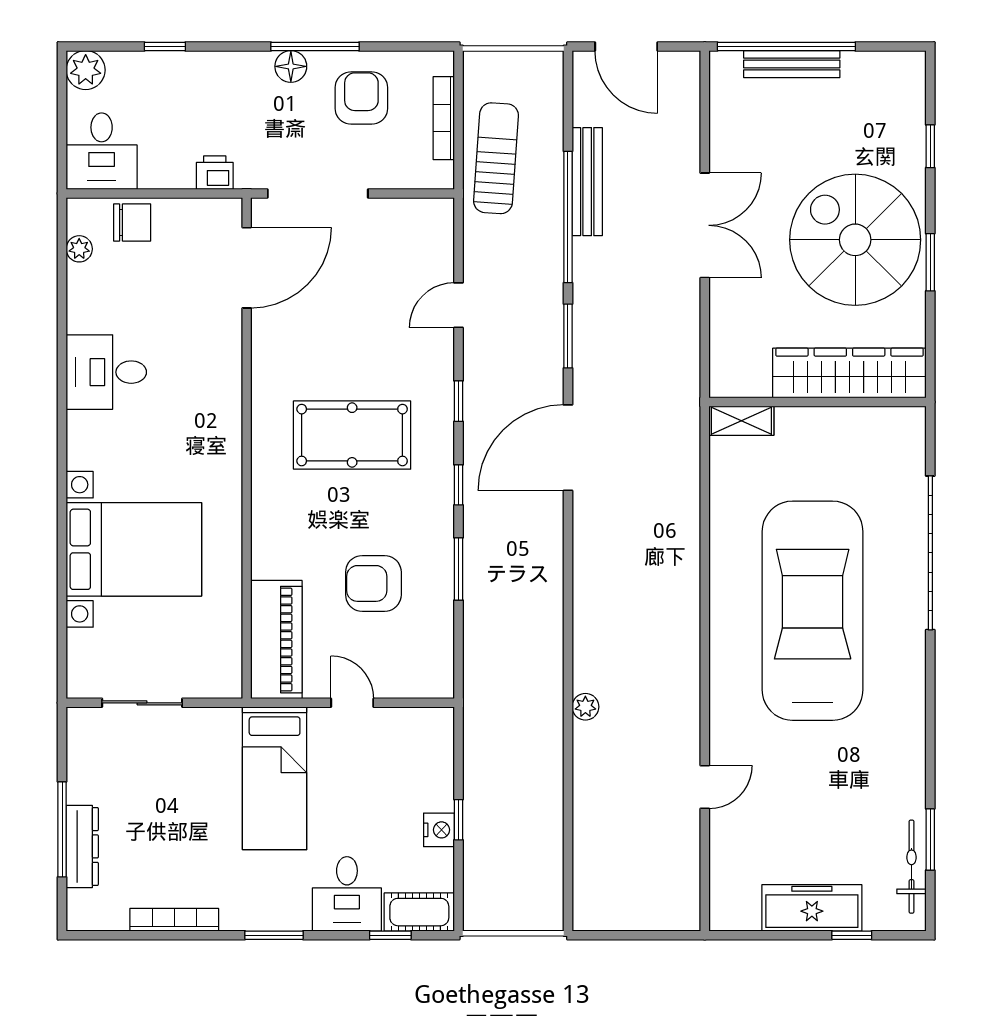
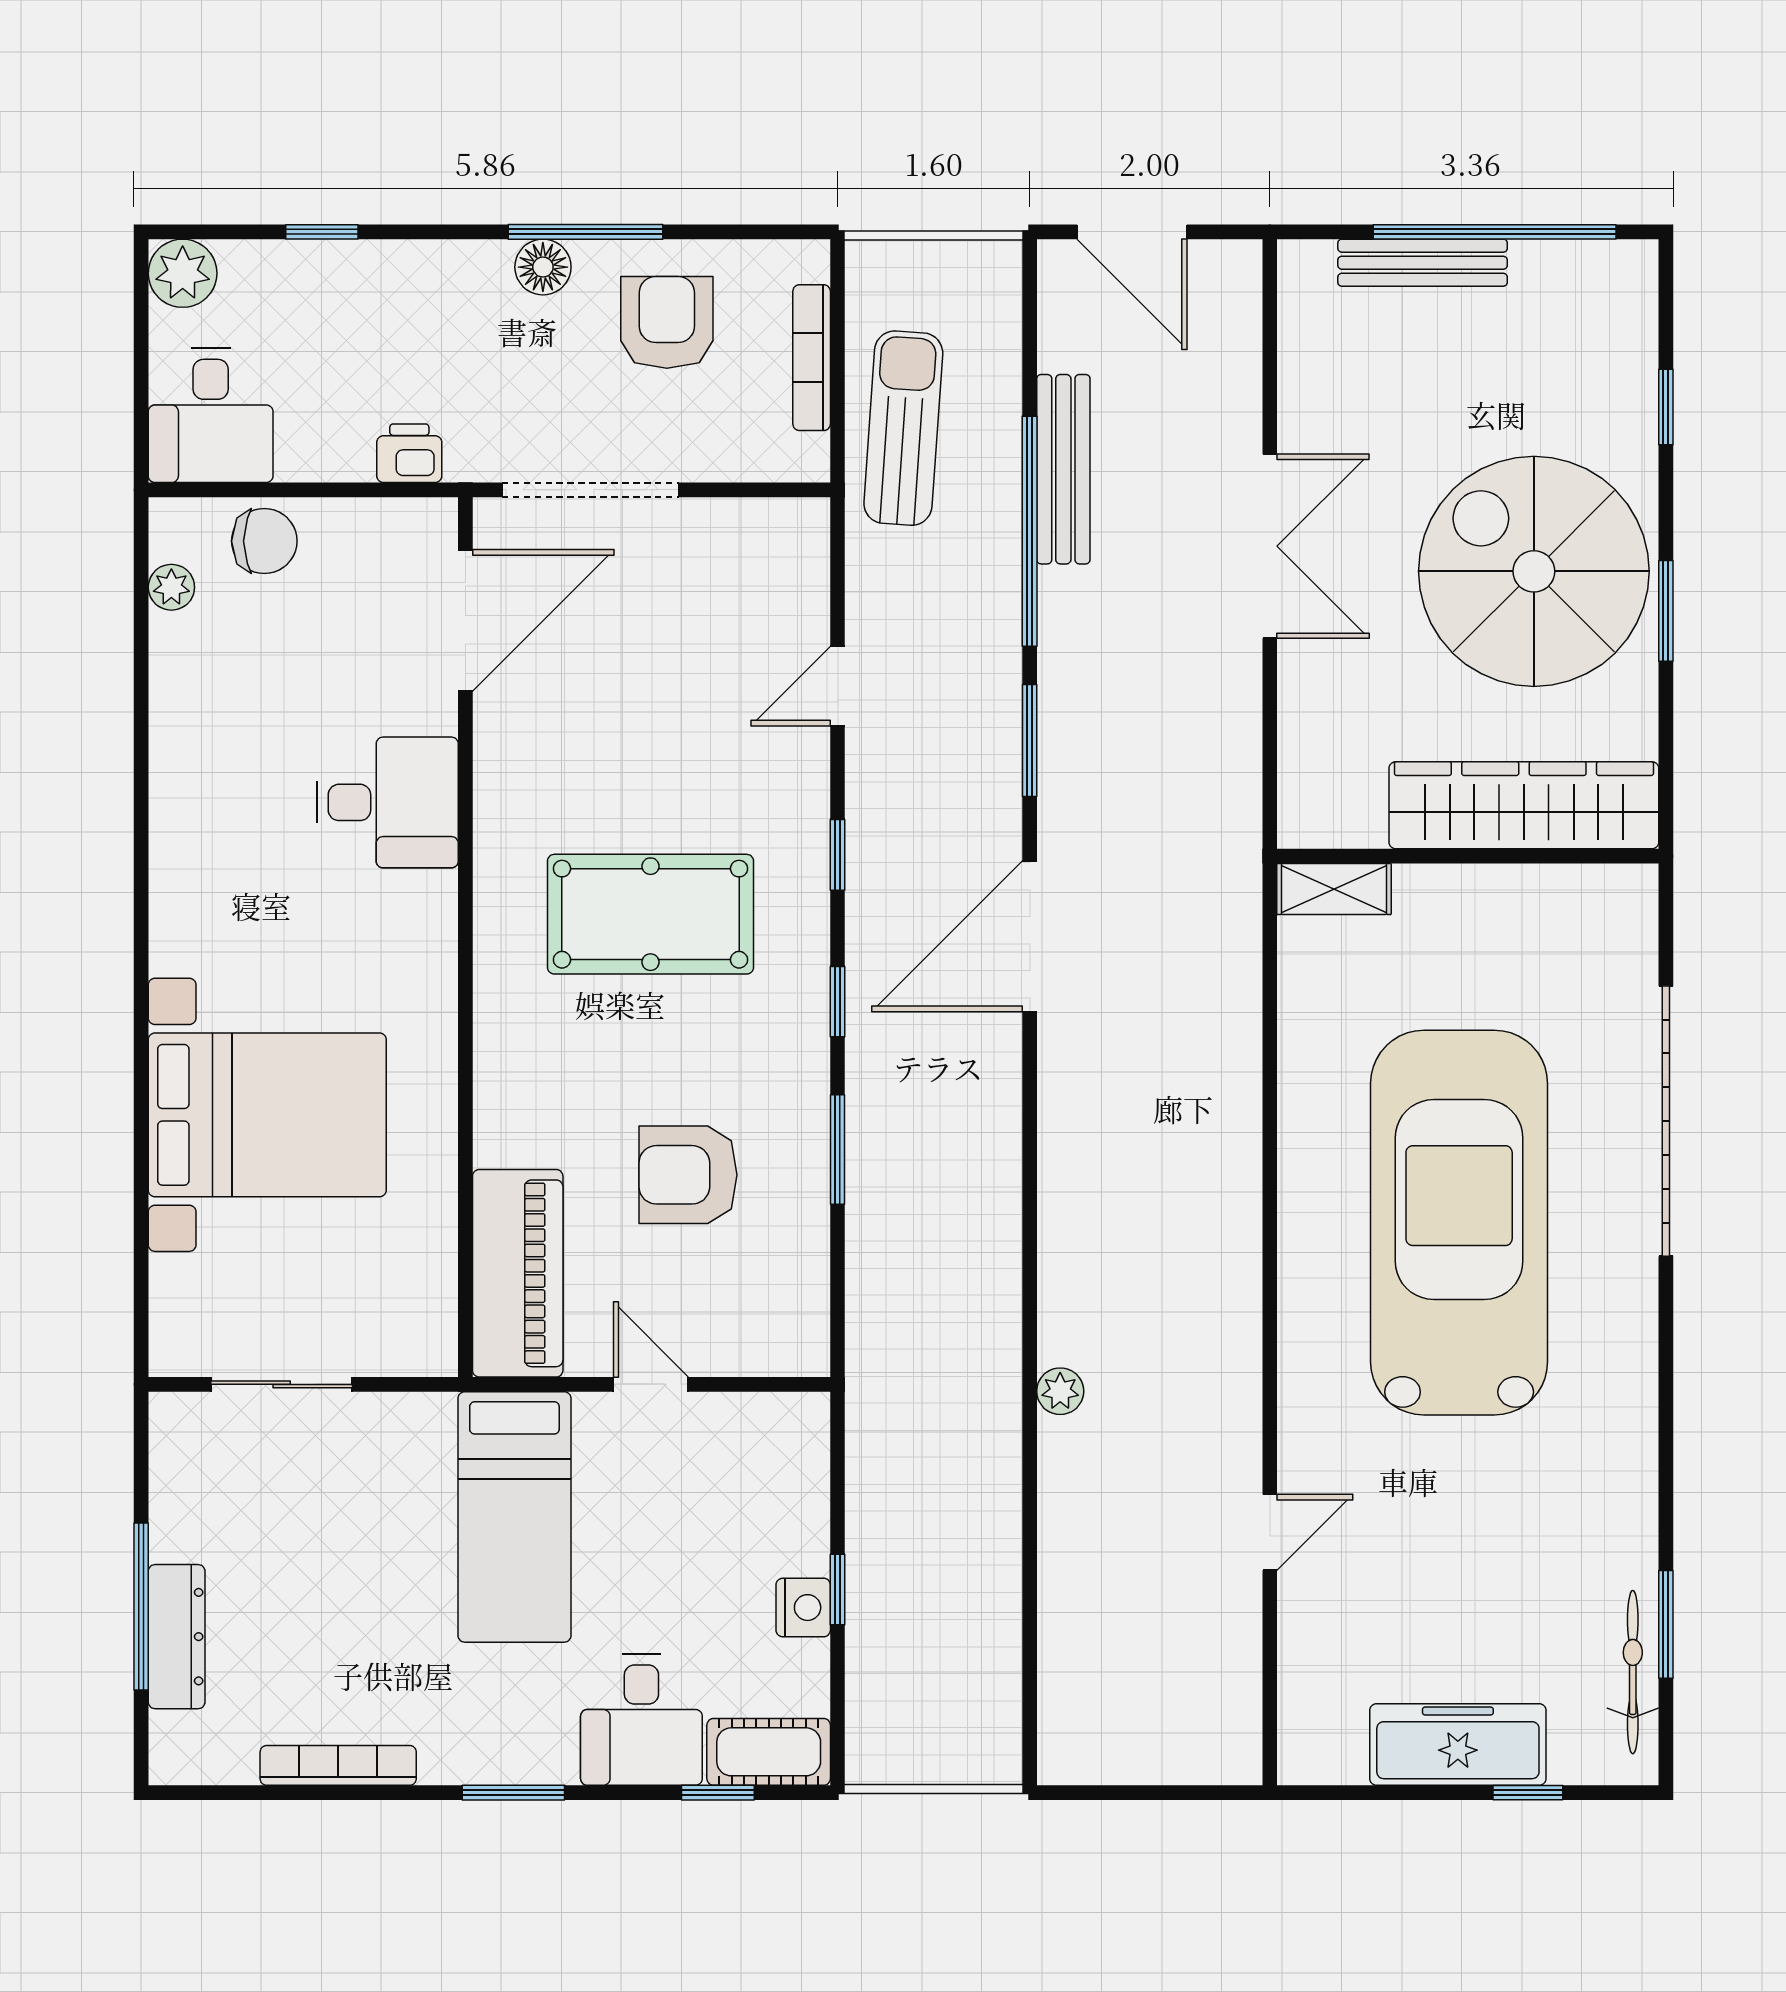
window: (786, 46) -> (1495, 232), moved
desk: (106, 372) -> (388, 802), moved, turned 180

